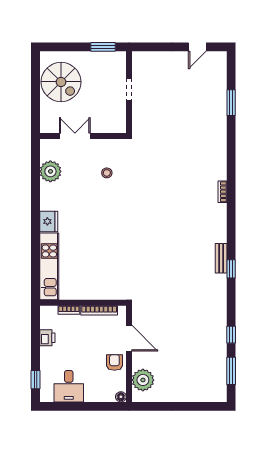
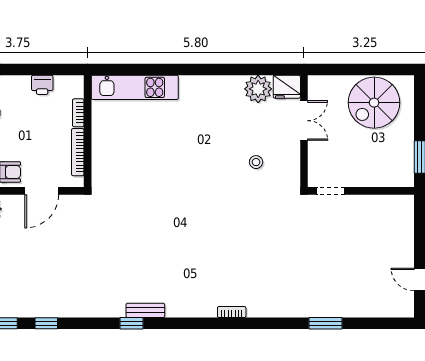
doorway: (129, 89) -> (331, 191), moved
window: (231, 103) -> (326, 323), moved
fridge: (49, 221) -> (287, 87), moved

